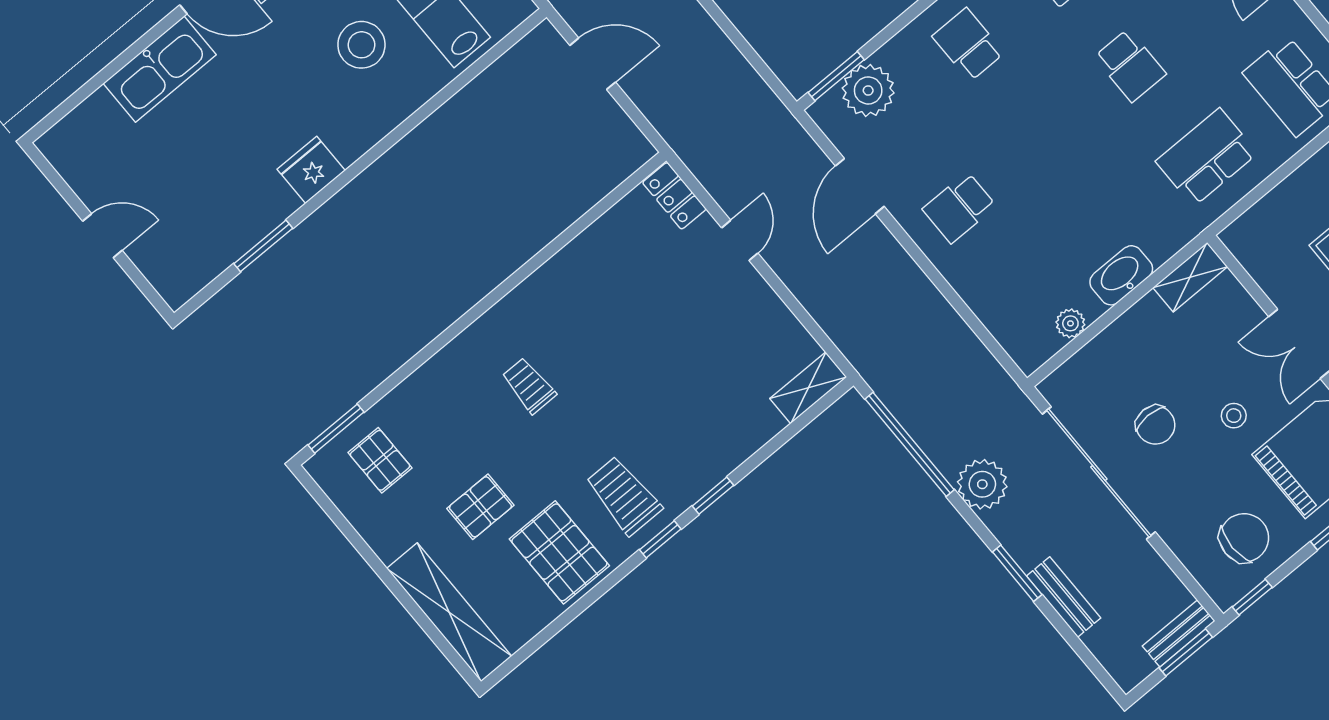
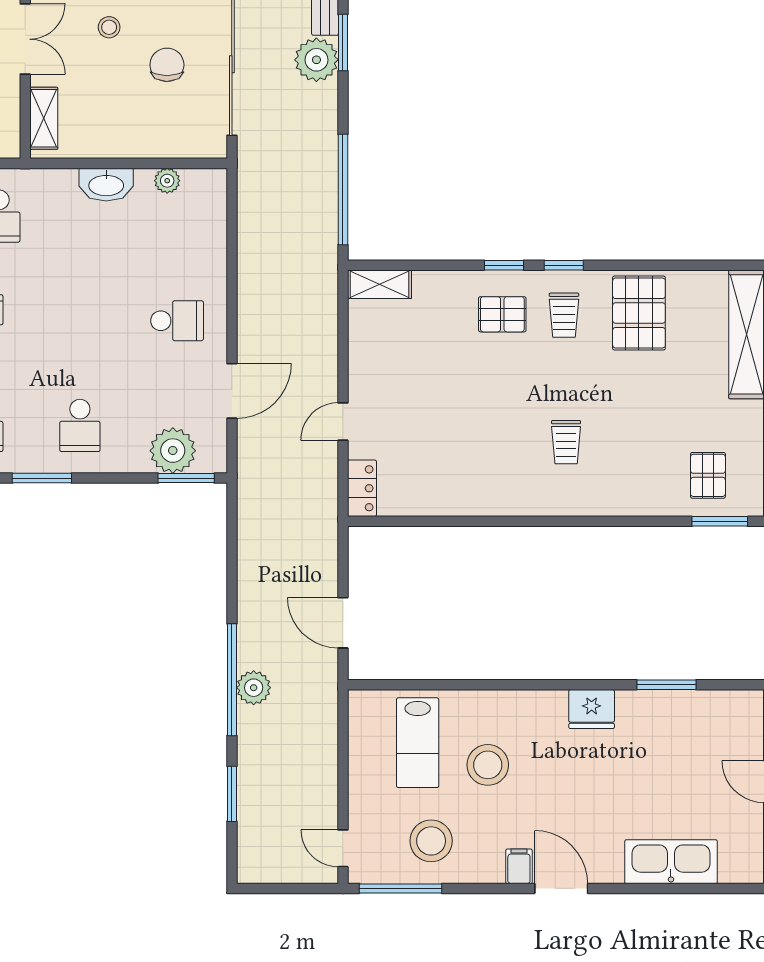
kitchen sink: (160, 69) -> (671, 862), moved
shelving: (1190, 277) -> (44, 118), moved, turned 90
plant: (982, 484) -> (316, 60), moved
trolley: (624, 496) -> (564, 315), width x0.73, depth x0.72
pallet: (480, 507) -> (502, 314), moved

